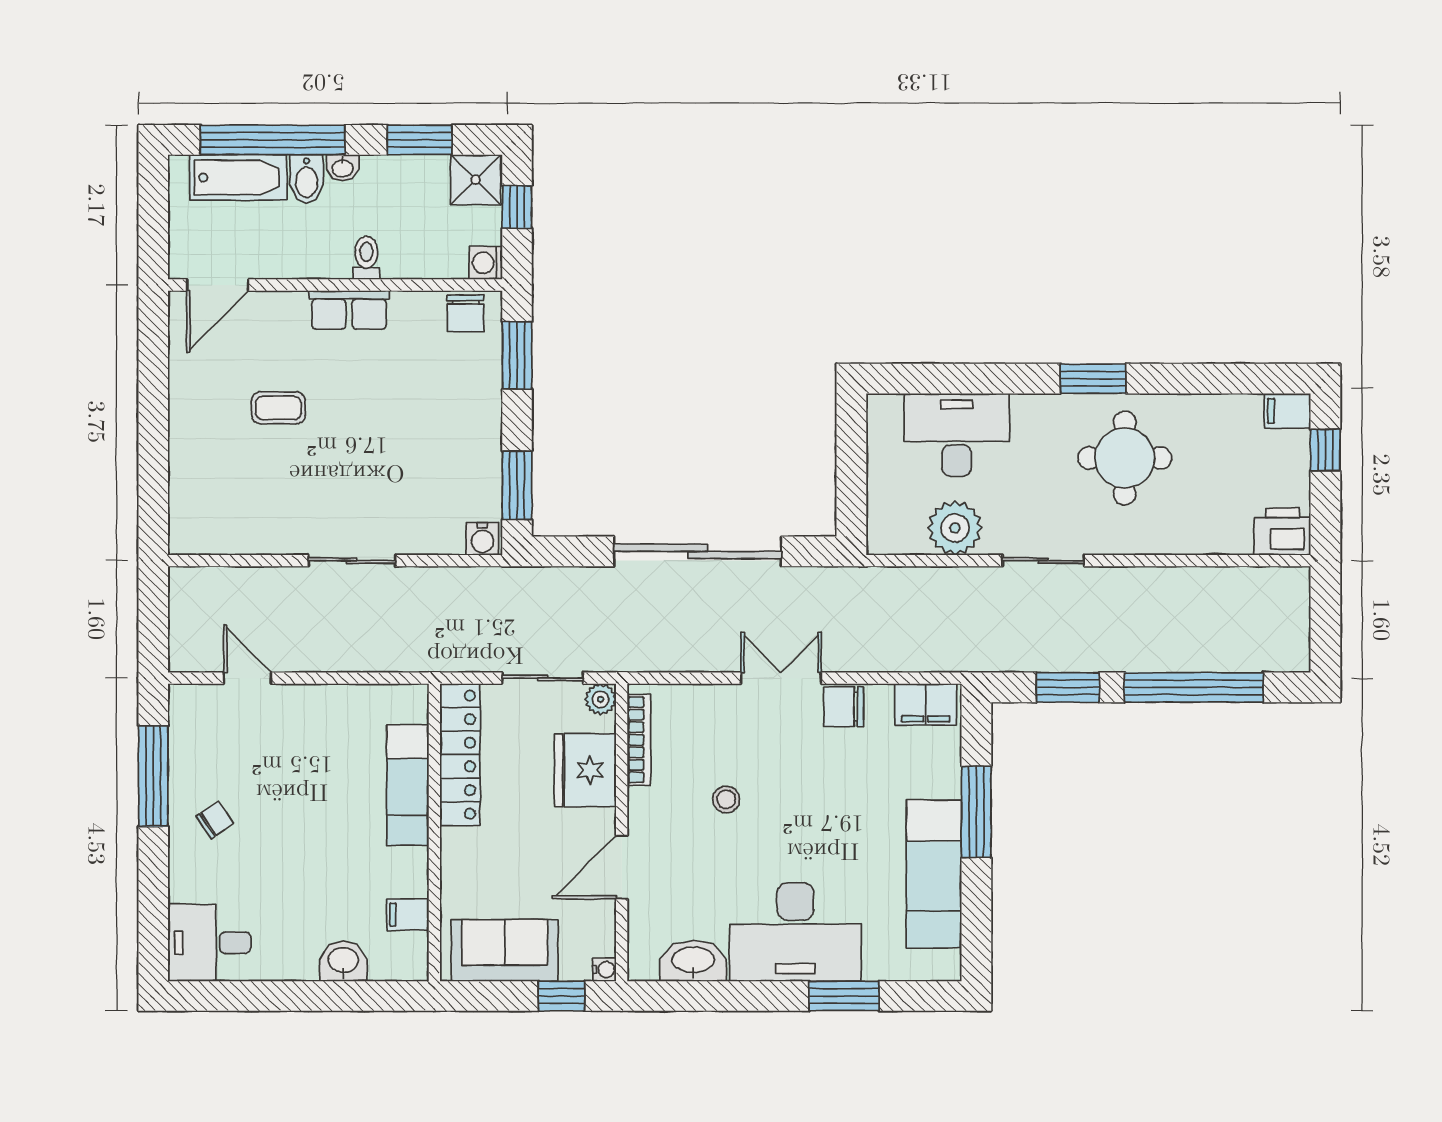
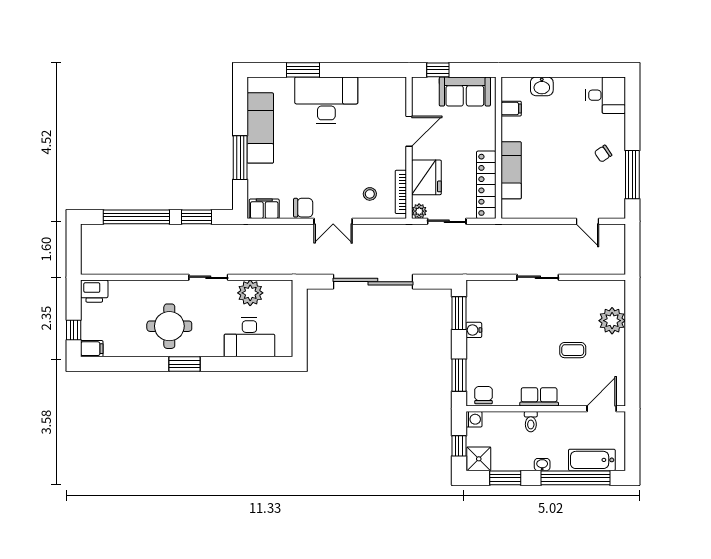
bidet: (307, 179) -> (559, 459), removed
plant: (196, 470) -> (612, 321), added
water cooler: (482, 539) -> (474, 330), moved, turned -90
stool: (726, 799) -> (370, 194), moved
washbasin: (693, 961) -> (375, 86), removed
water cooler: (604, 970) -> (417, 82), removed

